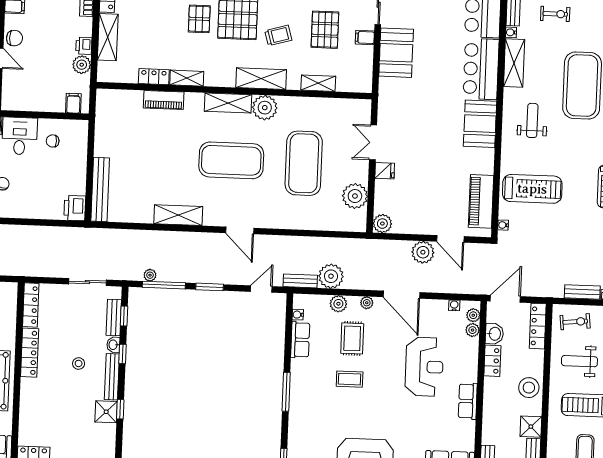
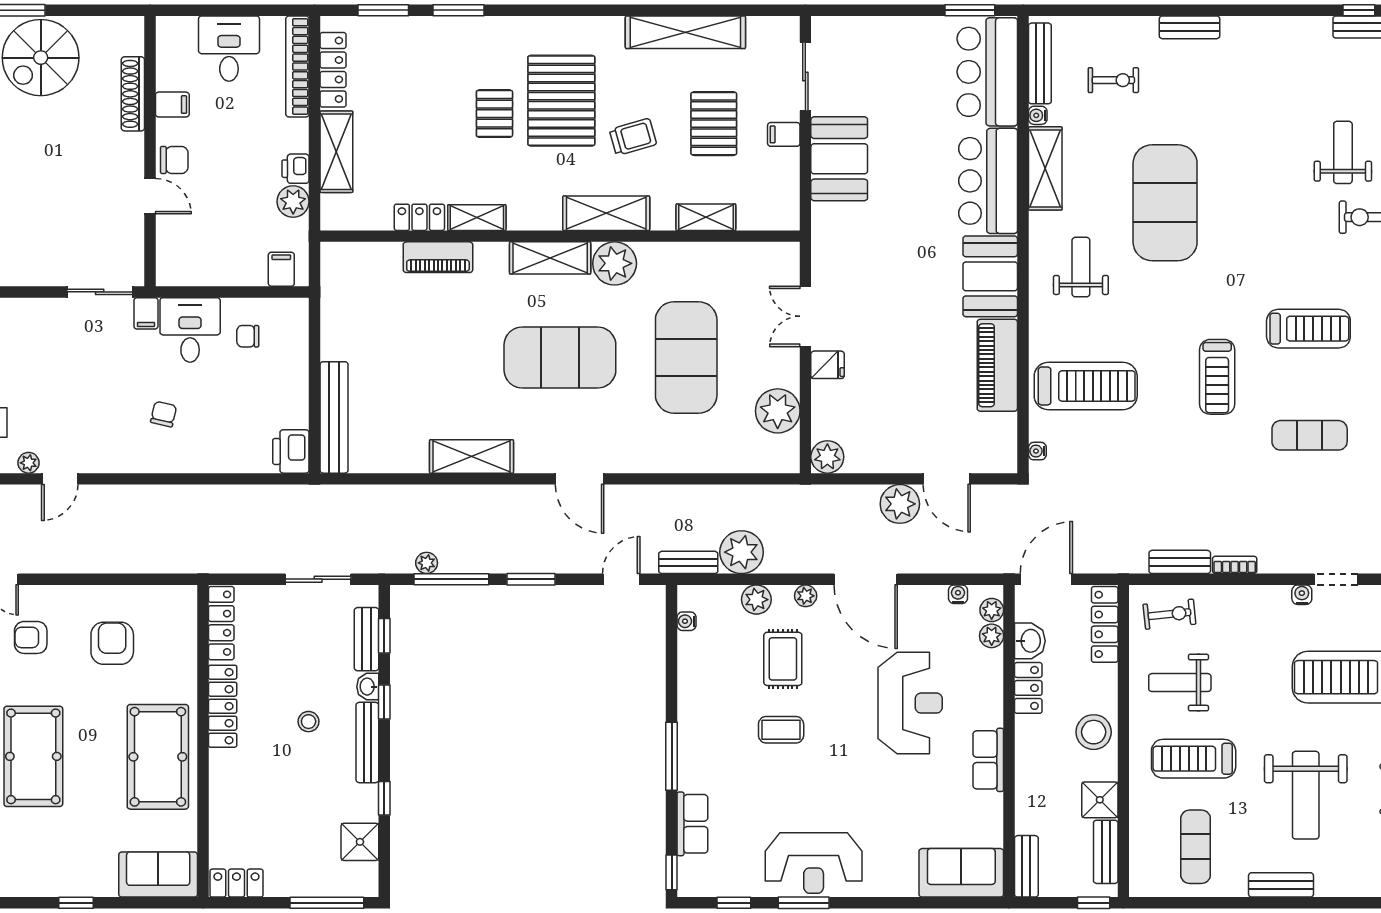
piano: (481, 201) -> (997, 365), moved
row of seats: (300, 340) -> (692, 824), moved
shower: (106, 412) -> (360, 842), moved

